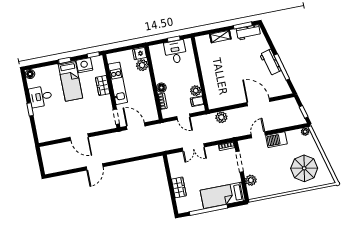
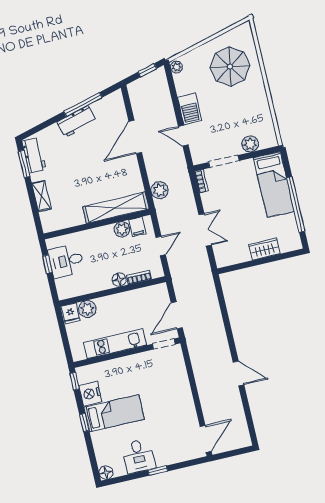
wardrobe: (103, 86) -> (119, 366), removed
shelving: (211, 87) -> (116, 208), added
door: (79, 137) -> (206, 439), moved

